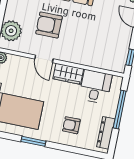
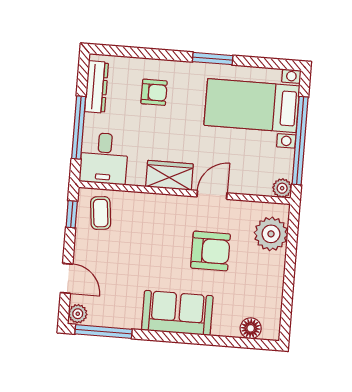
coffee table: (113, 56) -> (101, 213), added
door: (44, 59) -> (212, 195), hinge flipped
desk: (95, 87) -> (104, 158), moved

